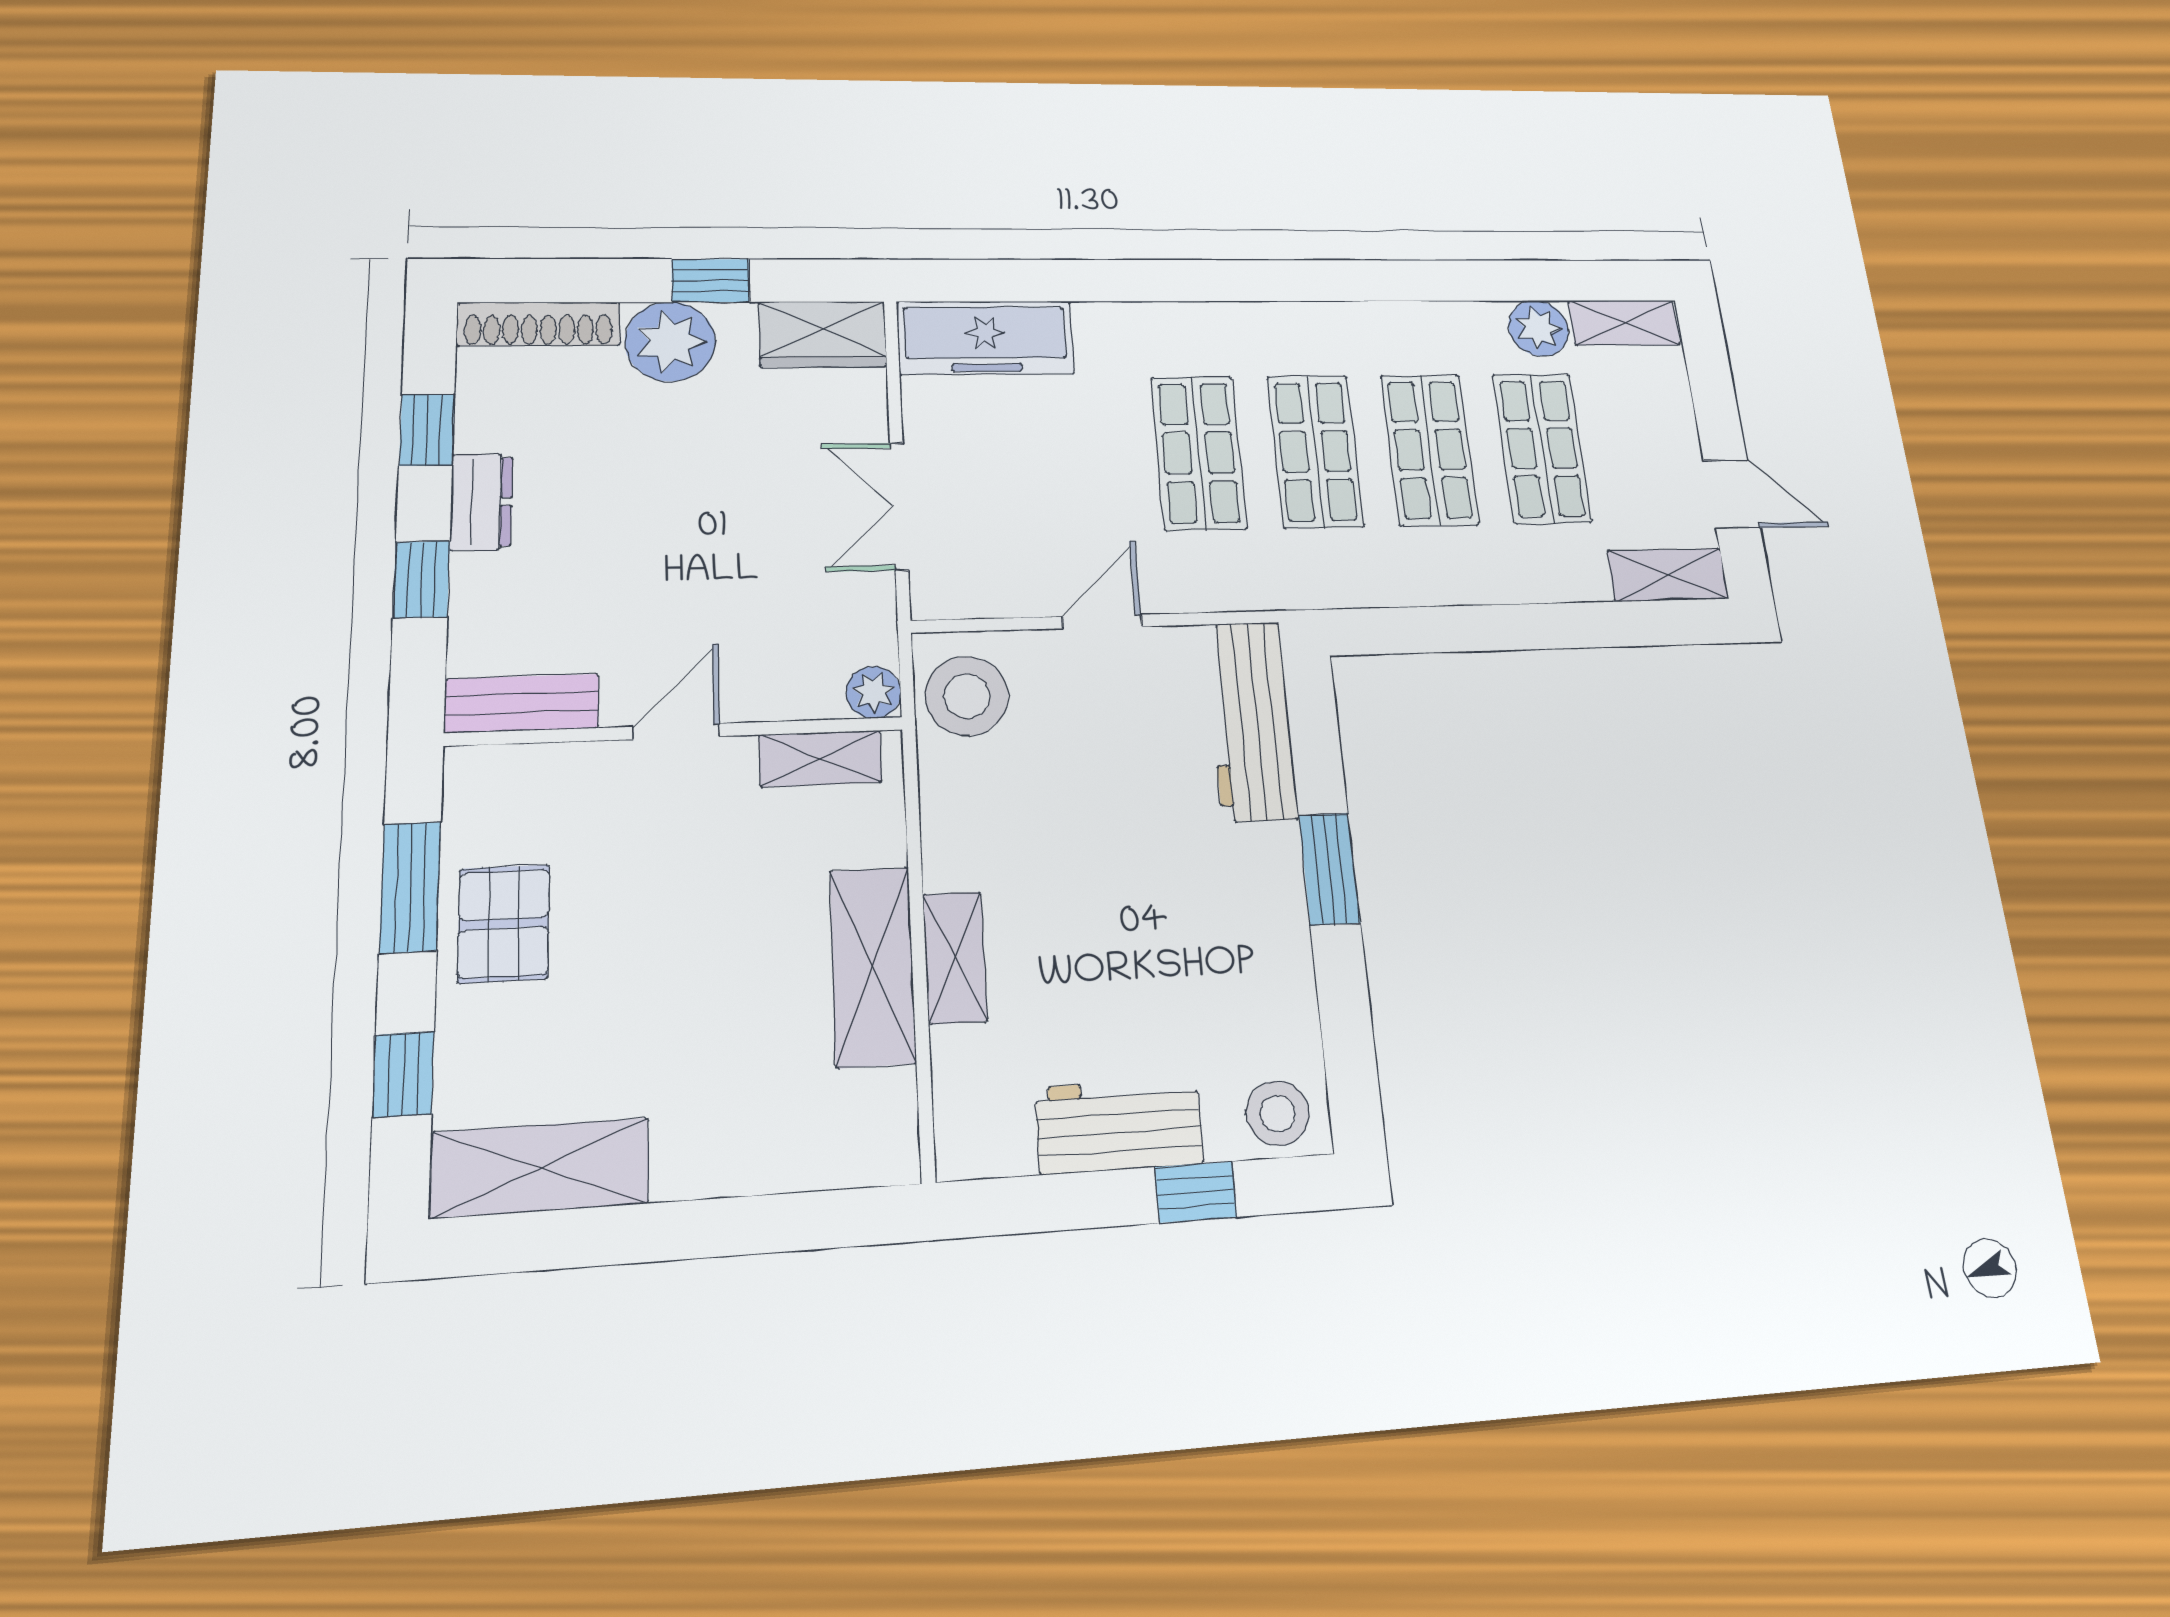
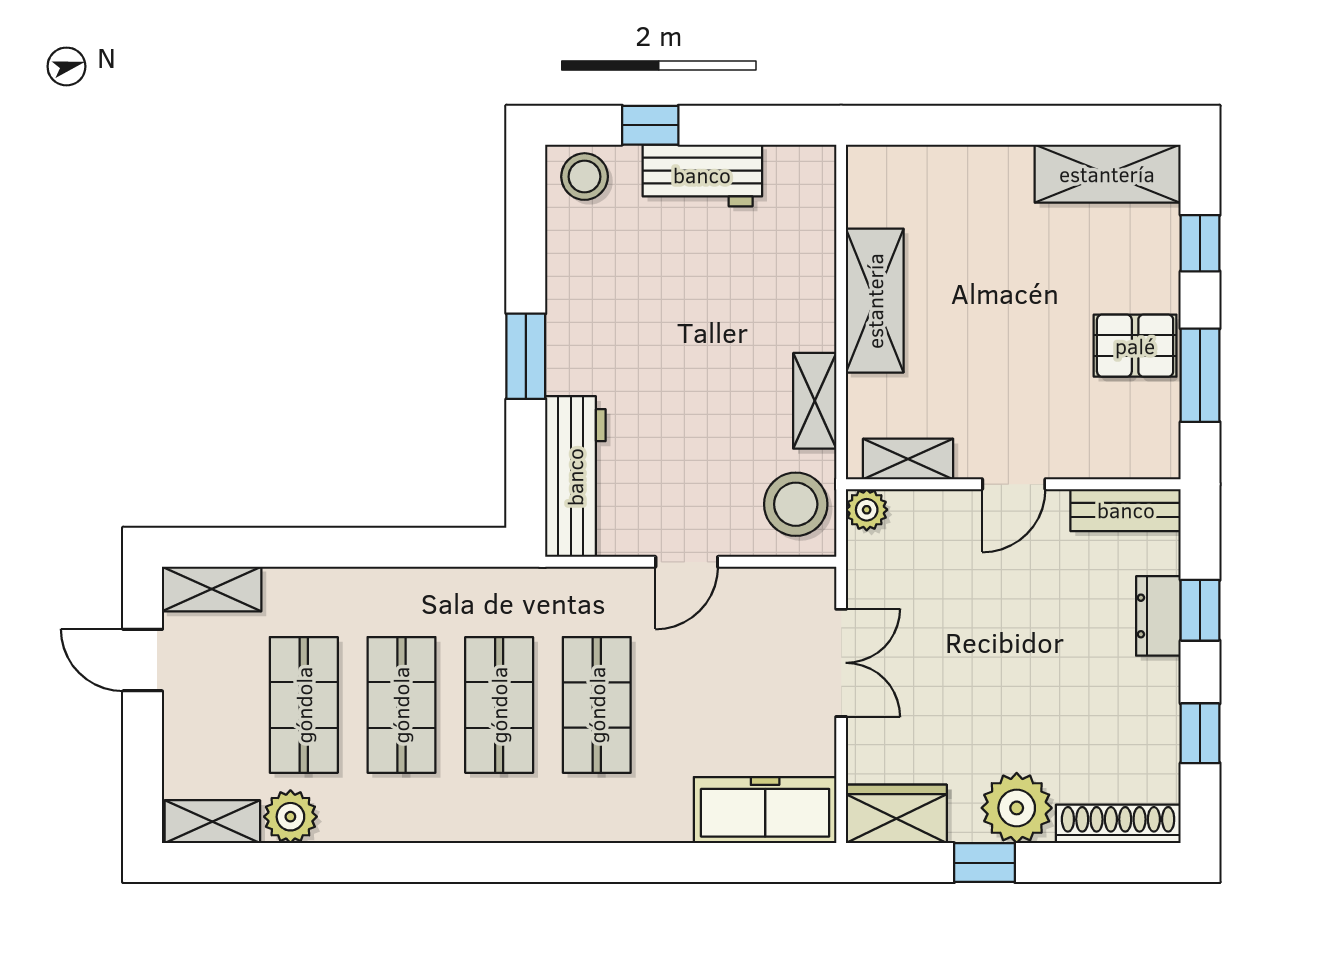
dresser: (481, 502) -> (1158, 616), moved
pallet: (504, 924) -> (1135, 346), turned 90
shelving: (955, 957) -> (815, 401), moved

